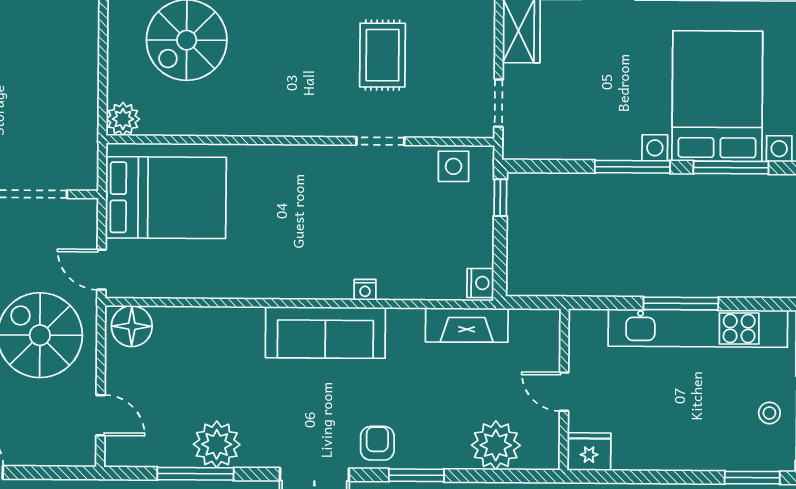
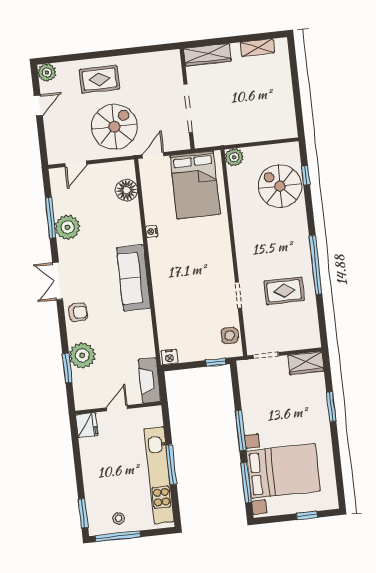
nightstand: (365, 290) -> (152, 231), moved
fireplace: (467, 325) -> (149, 380), moved
floor lamp: (132, 326) -> (127, 190), moved
plant: (496, 445) -> (82, 355), moved
window: (416, 475) -> (67, 368), moved

